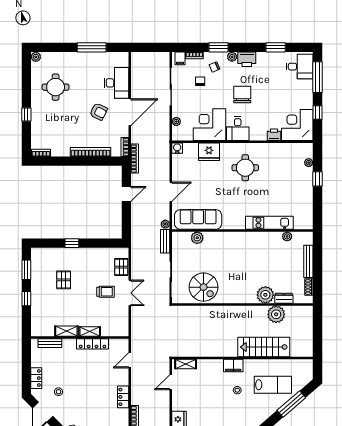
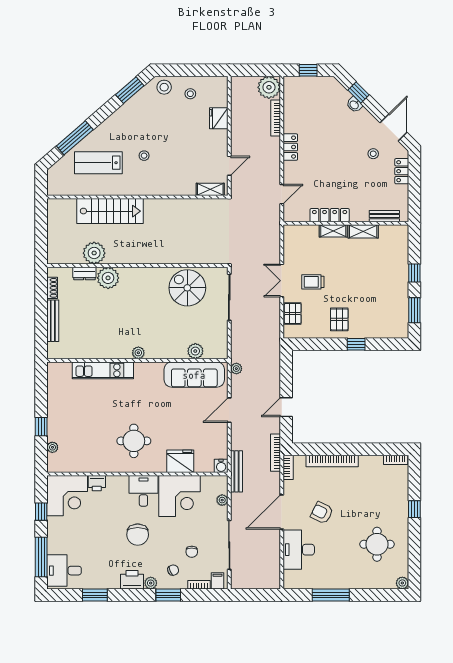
plant: (287, 236) -> (138, 353), moved
bench: (165, 241) -> (236, 471), moved, width x1.36
pallet: (64, 280) -> (339, 319), moved
filing cabinet: (233, 365) -> (149, 187), removed

